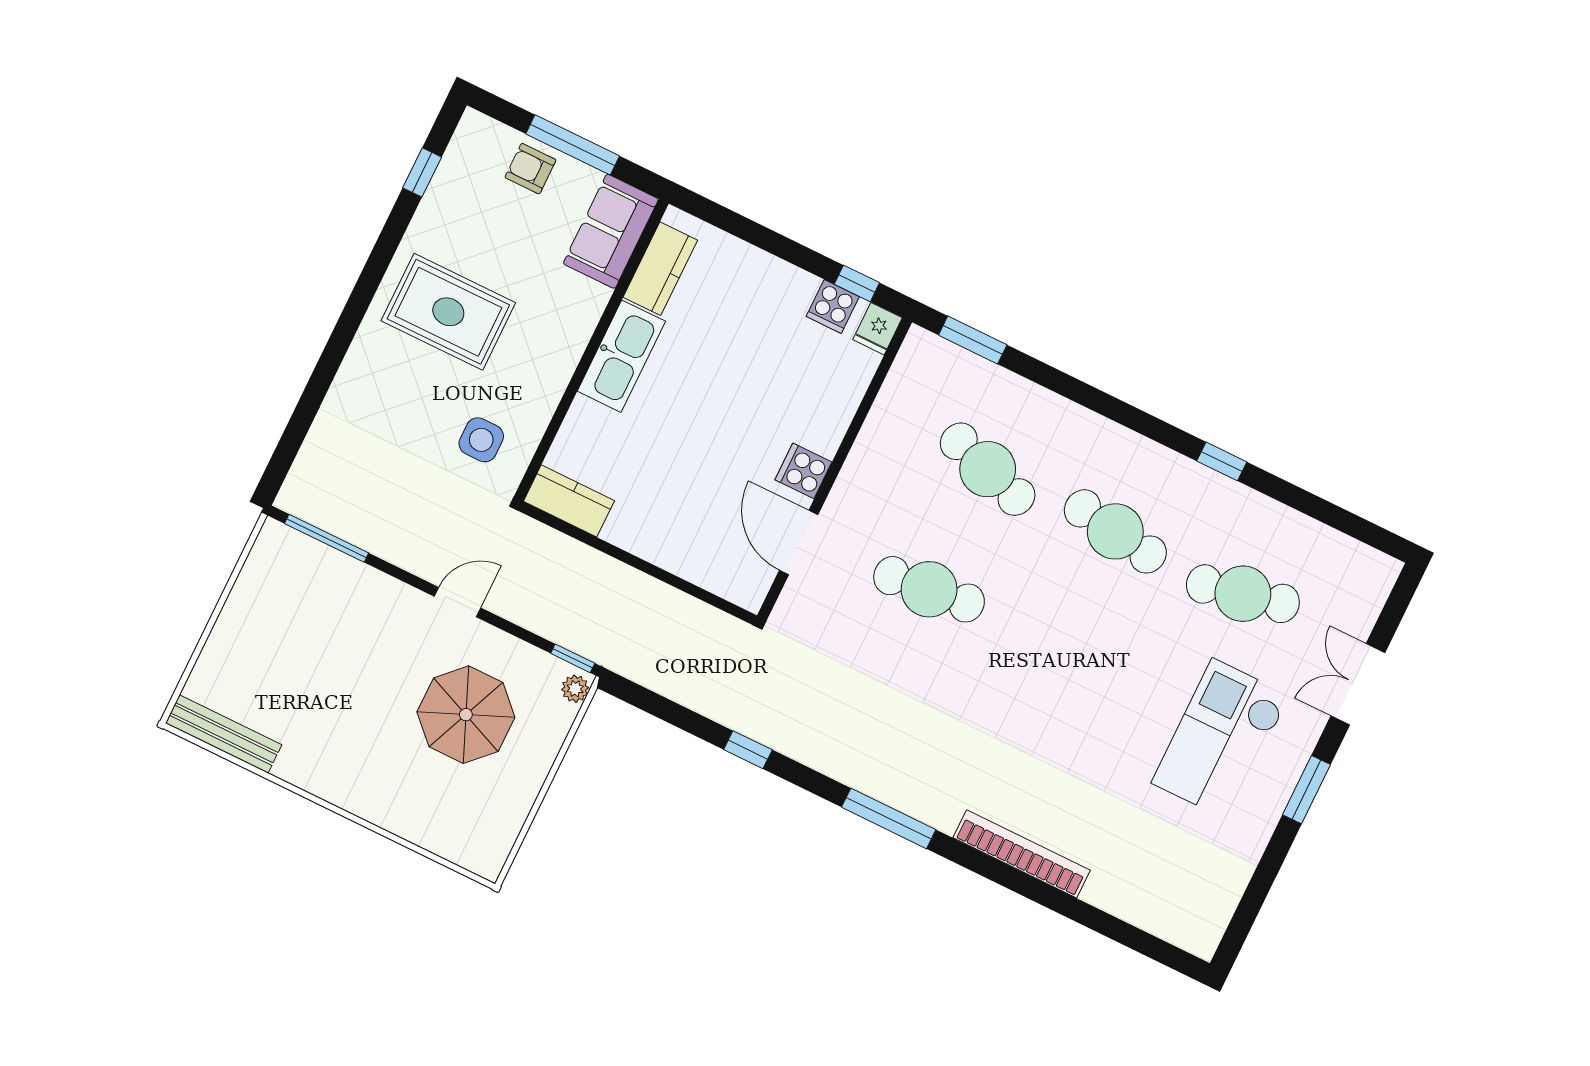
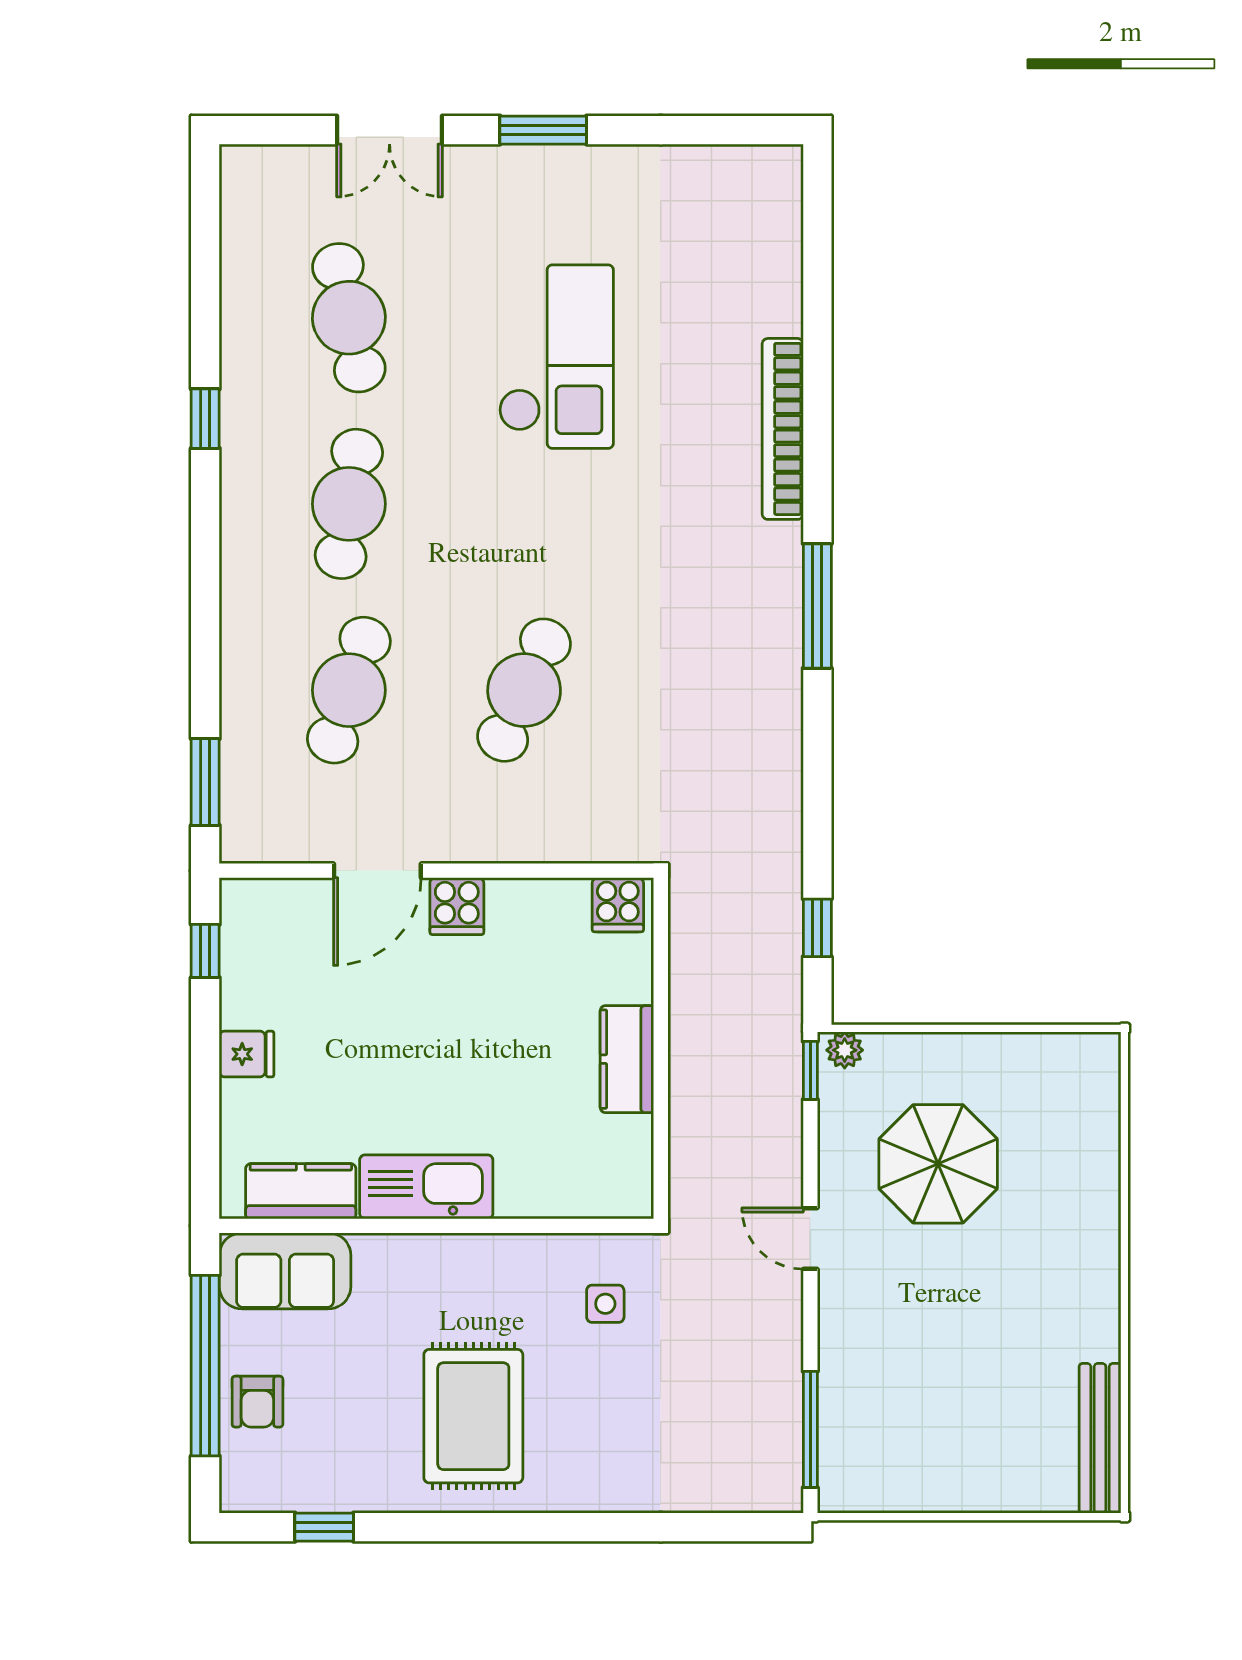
window: (573, 145) -> (205, 1366), width x1.46
cooker: (833, 307) -> (618, 905), moved, turned 90
fridge: (878, 329) -> (247, 1054), moved
side table: (481, 440) -> (605, 1304), width x0.73, depth x0.73
kitchen counter: (569, 501) -> (627, 1059), moved
door: (799, 542) -> (377, 871), moved
cafe table: (929, 589) -> (524, 690), turned 30
checkout: (1221, 739) -> (556, 357), moved, turned -90
window: (748, 750) -> (817, 928), moved

